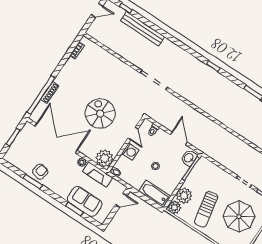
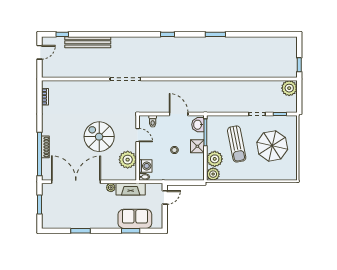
washing machine: (130, 152) -> (145, 166), moved
plant: (105, 158) -> (128, 160), moved
armchair: (40, 172) -> (81, 218), removed
shower: (177, 176) -> (197, 146), added
bathtub: (154, 194) -> (189, 174), removed
sun lounger: (206, 209) -> (237, 144), moved

